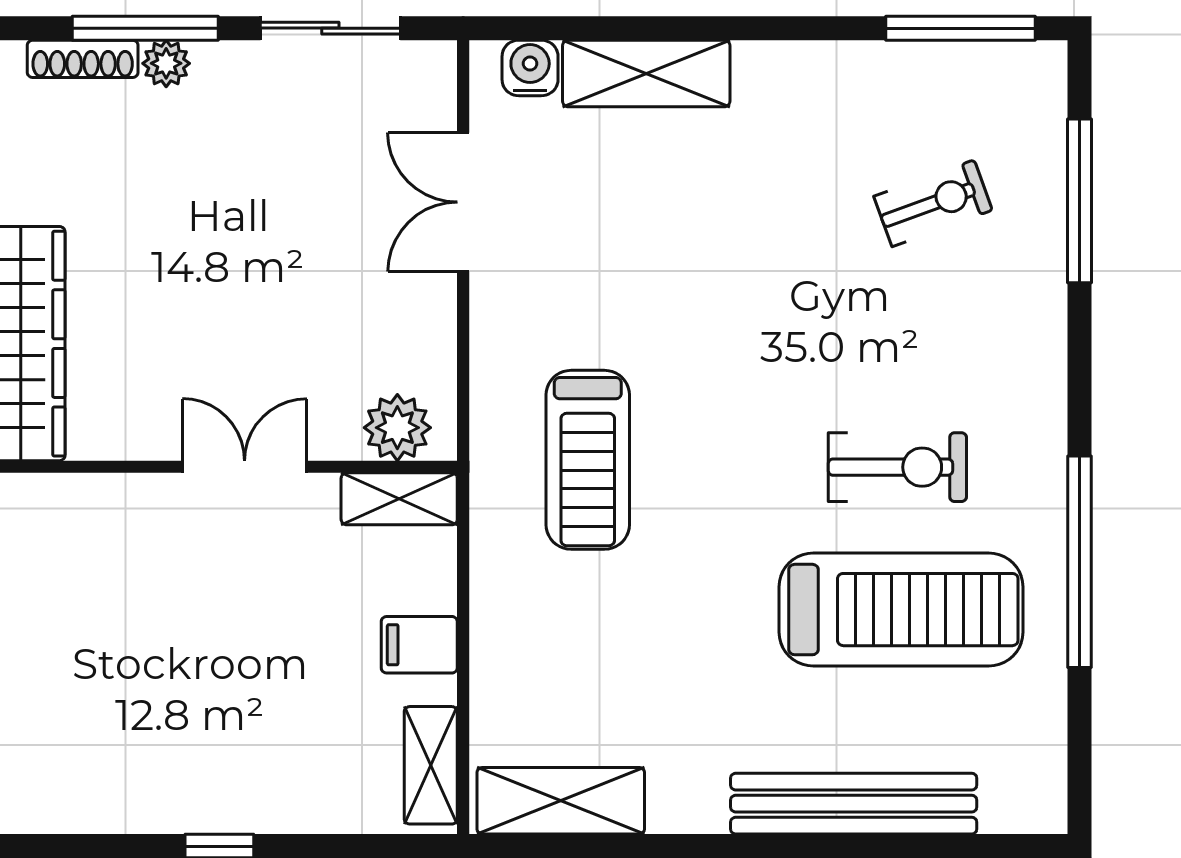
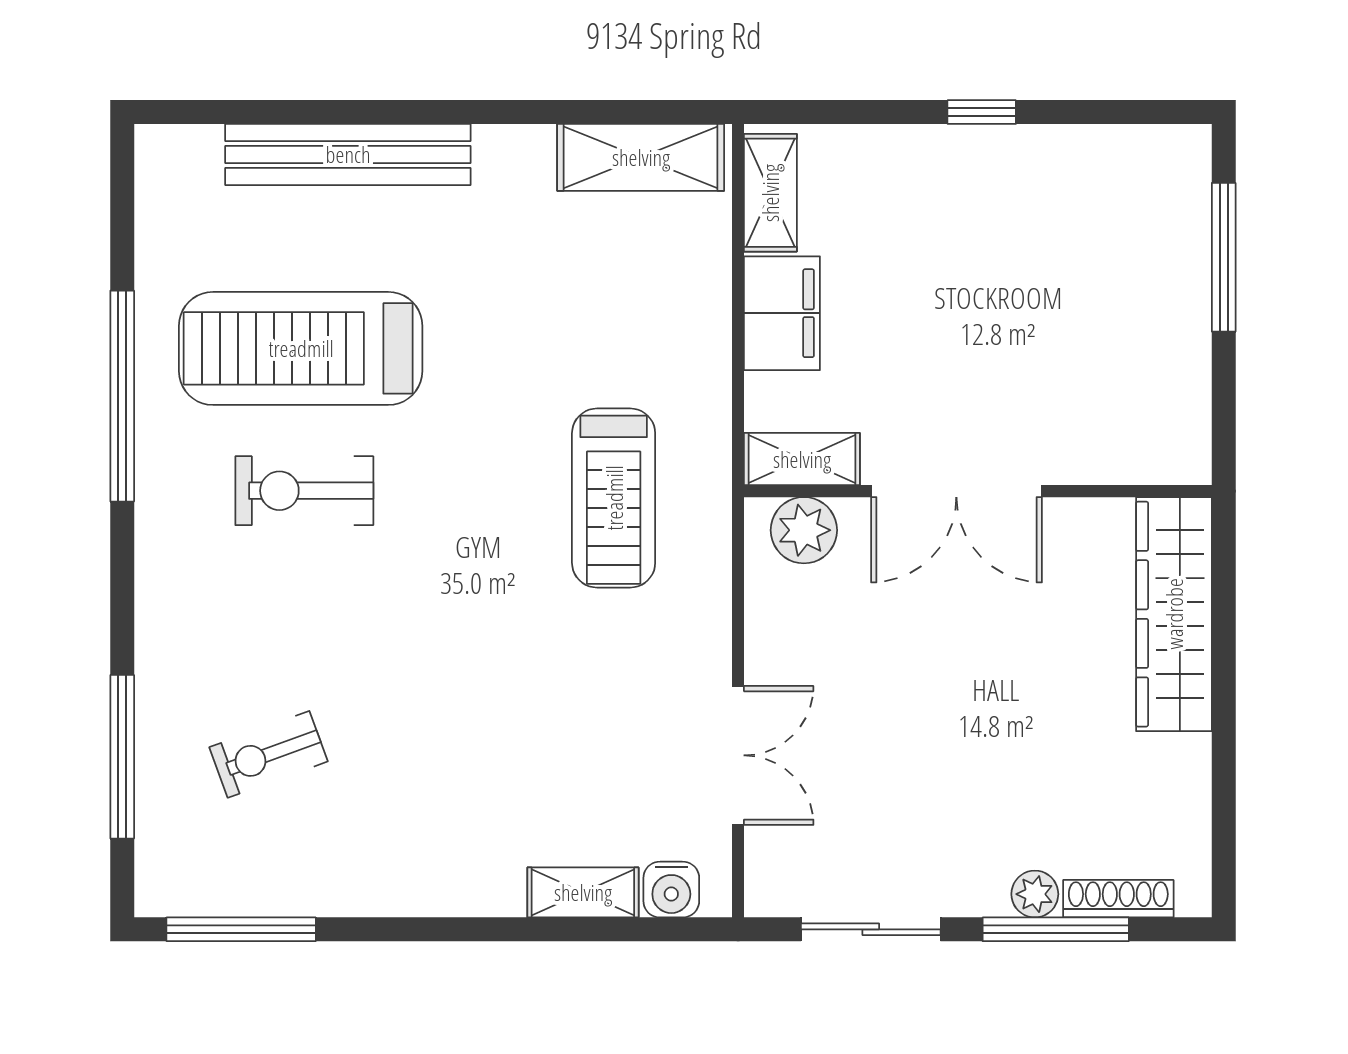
shelving: (646, 73) -> (583, 892), width x0.67, depth x0.75
treadmill: (588, 460) -> (614, 498), turned 180
double door: (245, 467) -> (956, 491), width x1.37
filing cabinet: (419, 645) -> (782, 313), width x2.00

